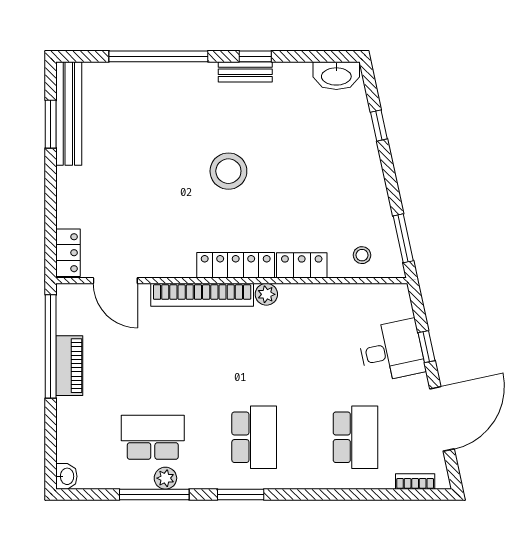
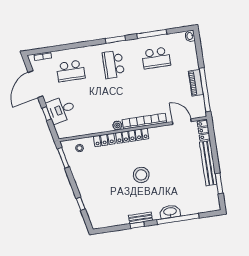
washbasin: (336, 76) -> (170, 212), moved
bench: (69, 113) -> (208, 163), moved
school desk: (356, 437) -> (71, 71), turned -90
plant: (165, 478) -> (148, 42), removed

